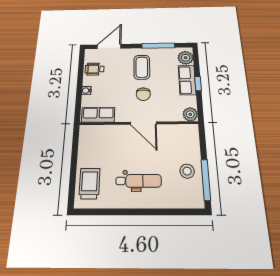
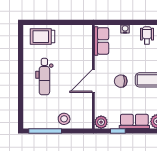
window: (198, 84) -> (118, 131), moved
stool: (187, 171) -> (64, 119), moved
trolley: (89, 184) -> (42, 37), turned 180

